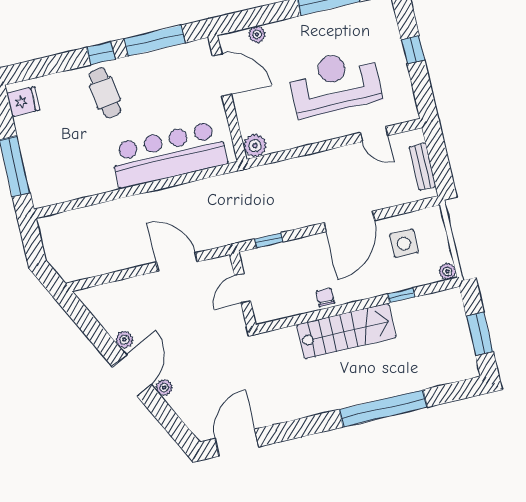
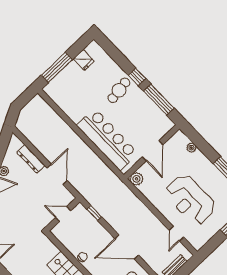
door: (222, 75) -> (153, 151), moved
reception desk: (335, 83) -> (190, 200), turned 180
fridge: (23, 102) -> (84, 60), moved
dresser: (130, 288) -> (31, 159), added

